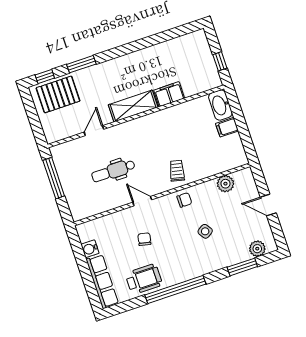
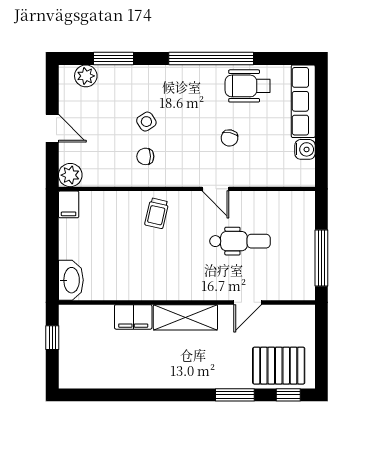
filing cabinet: (227, 127) -> (69, 204), moved, turned 90
plant: (225, 184) -> (70, 175), moved
chair: (184, 200) -> (145, 156), moved

